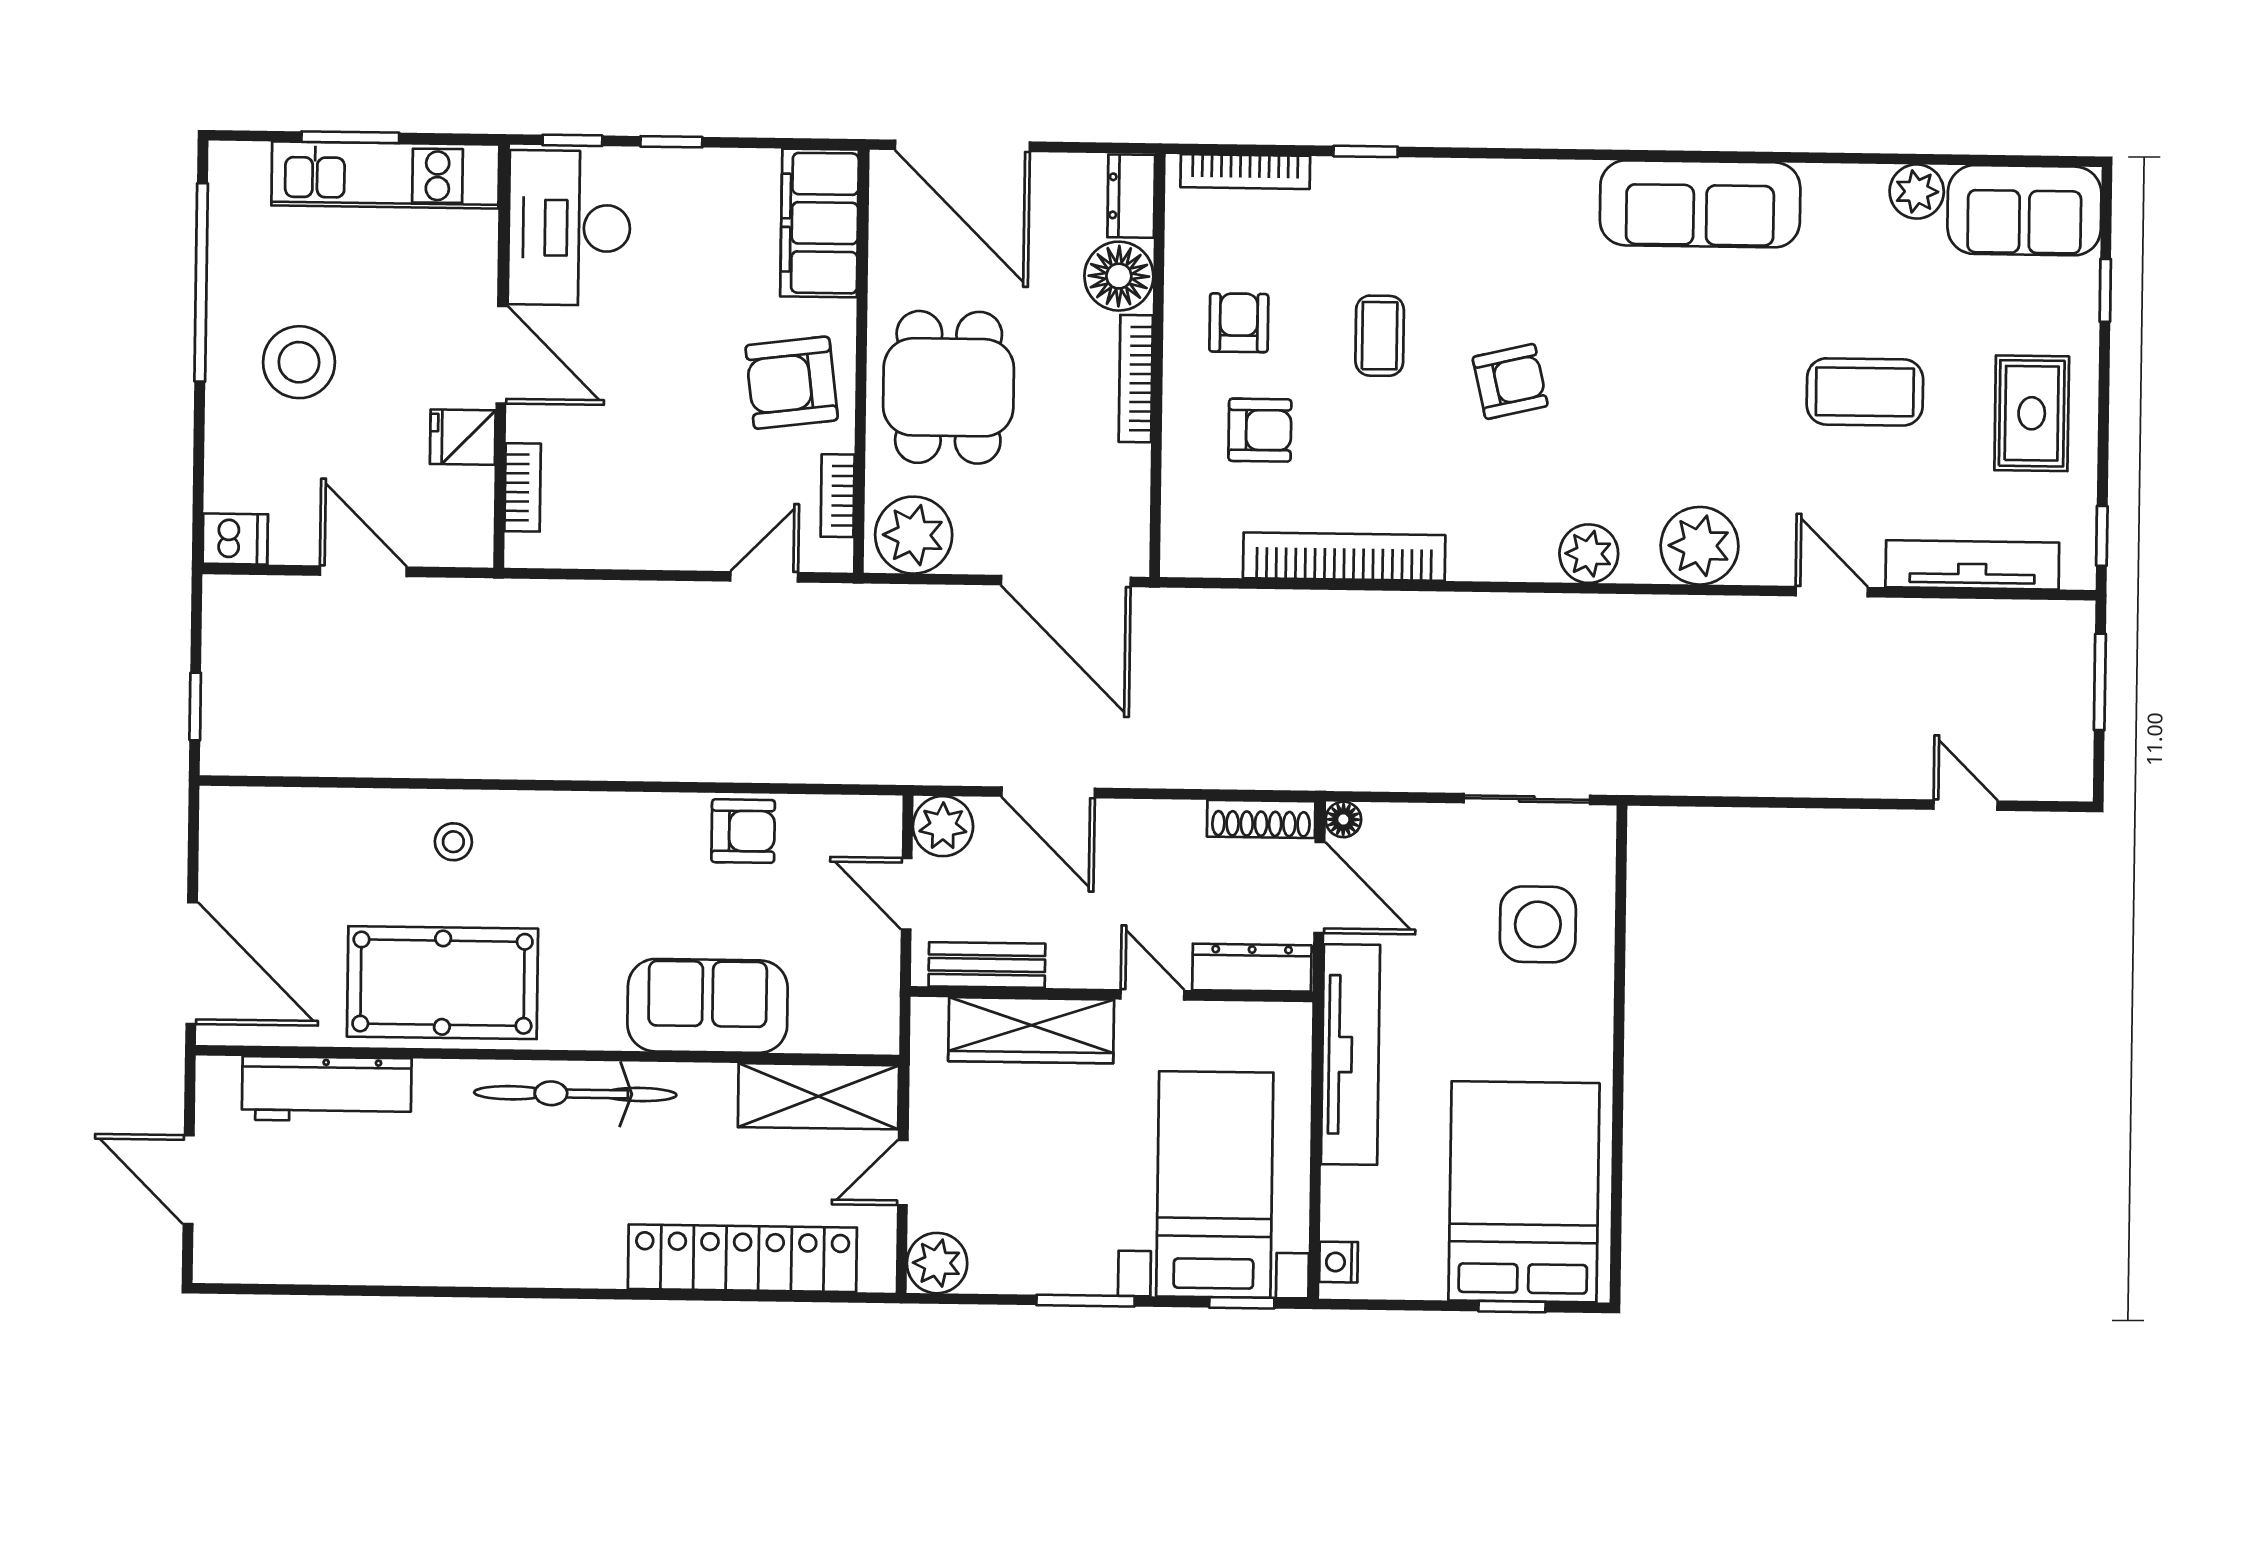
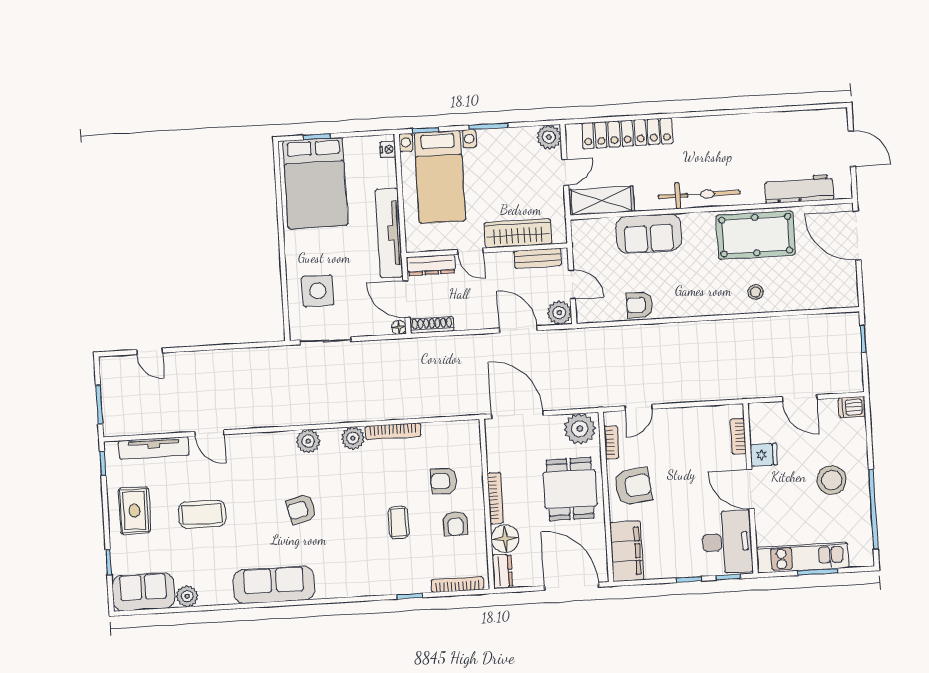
armchair: (1510, 381) -> (301, 509), moved
plant: (1700, 546) -> (353, 438), moved, width x0.73, depth x0.73
bookcase: (1344, 557) -> (393, 431), width x0.68, depth x0.76

